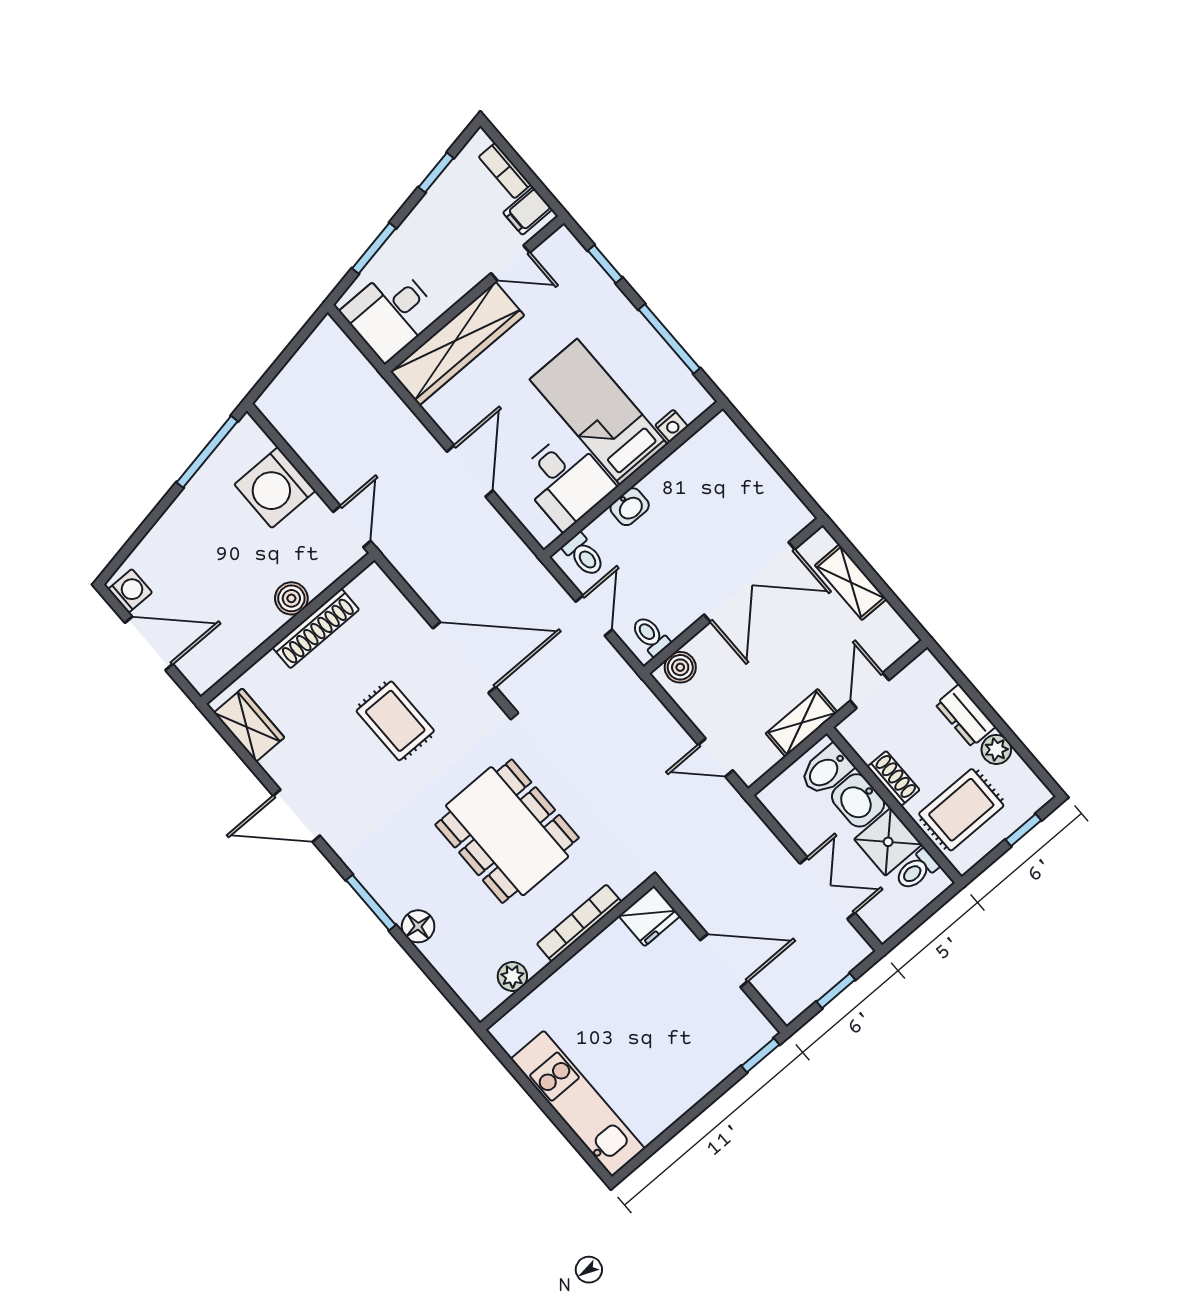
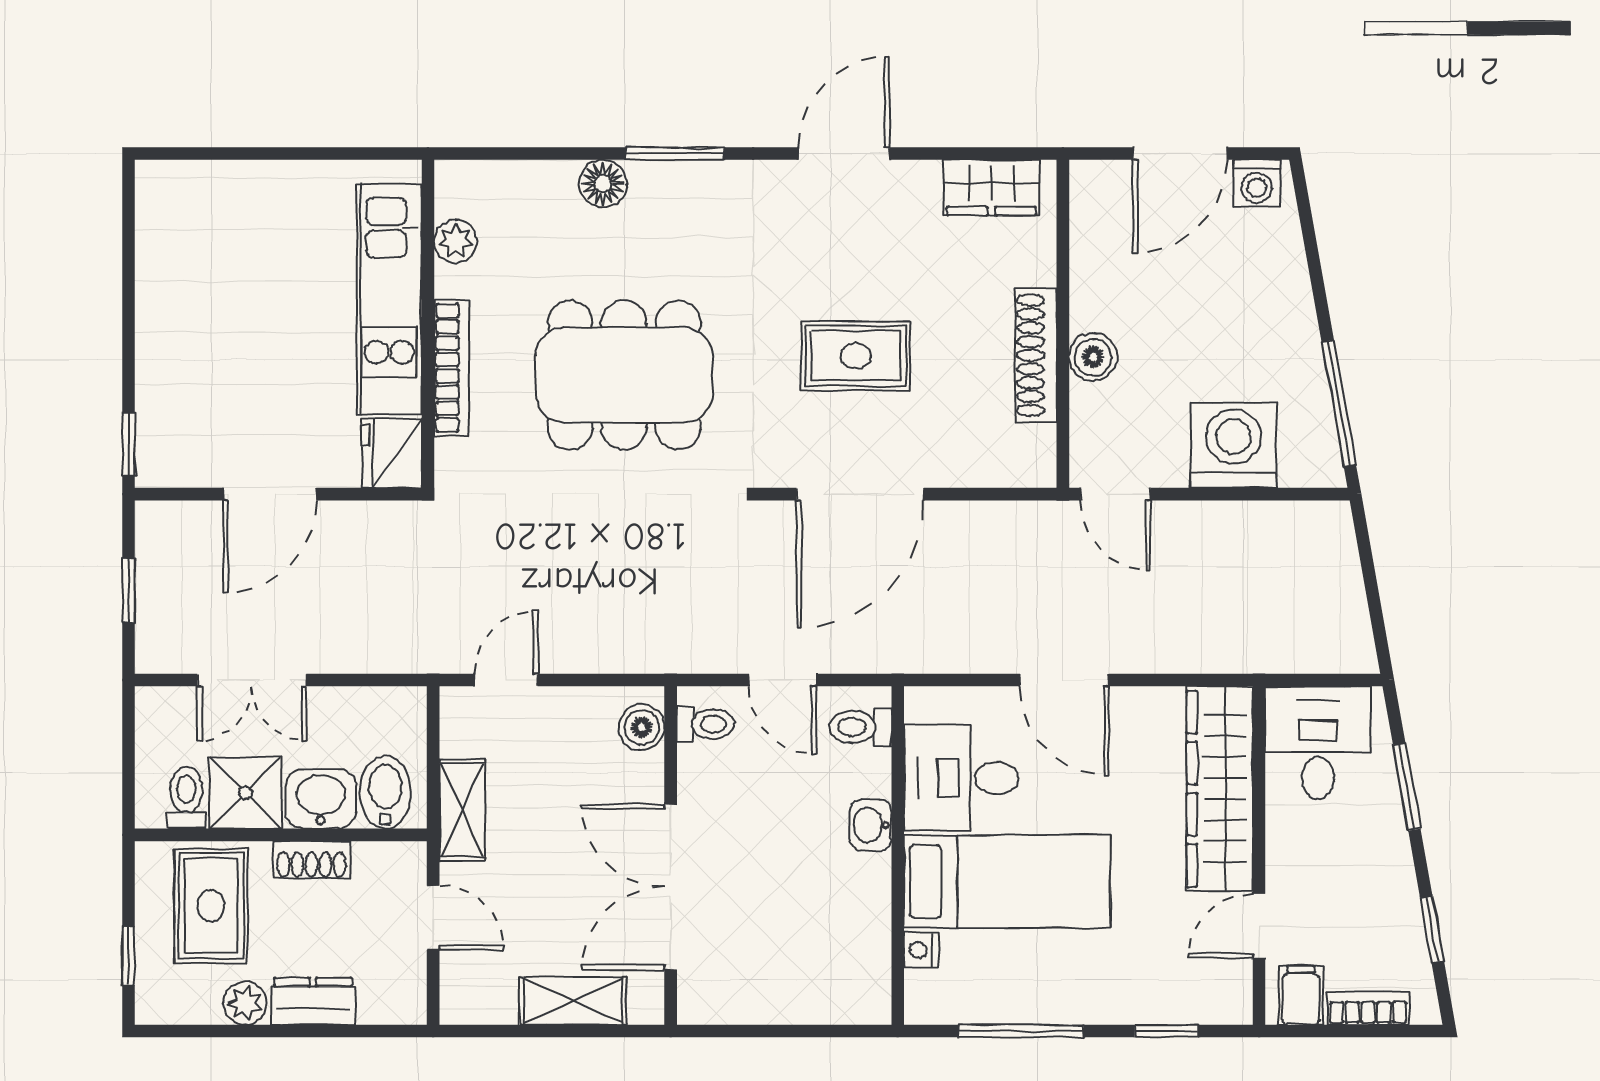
kitchen unit: (578, 1104) -> (389, 299), moved, turned 90

